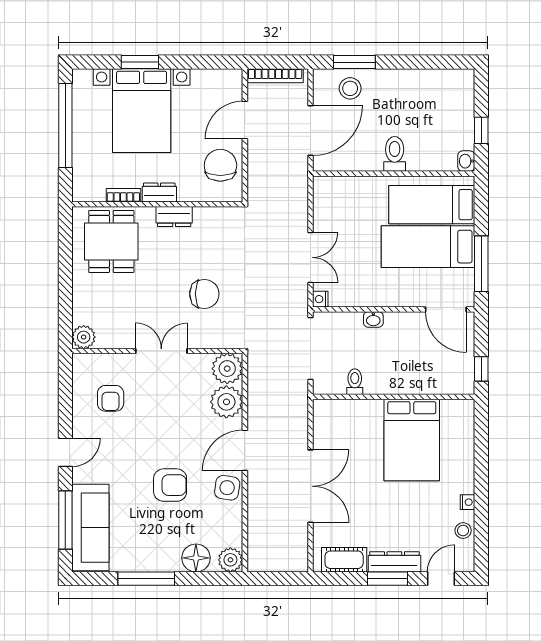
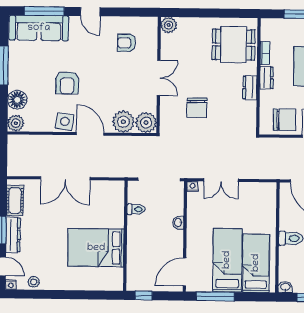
nightstand: (468, 502) -> (11, 285), moved

